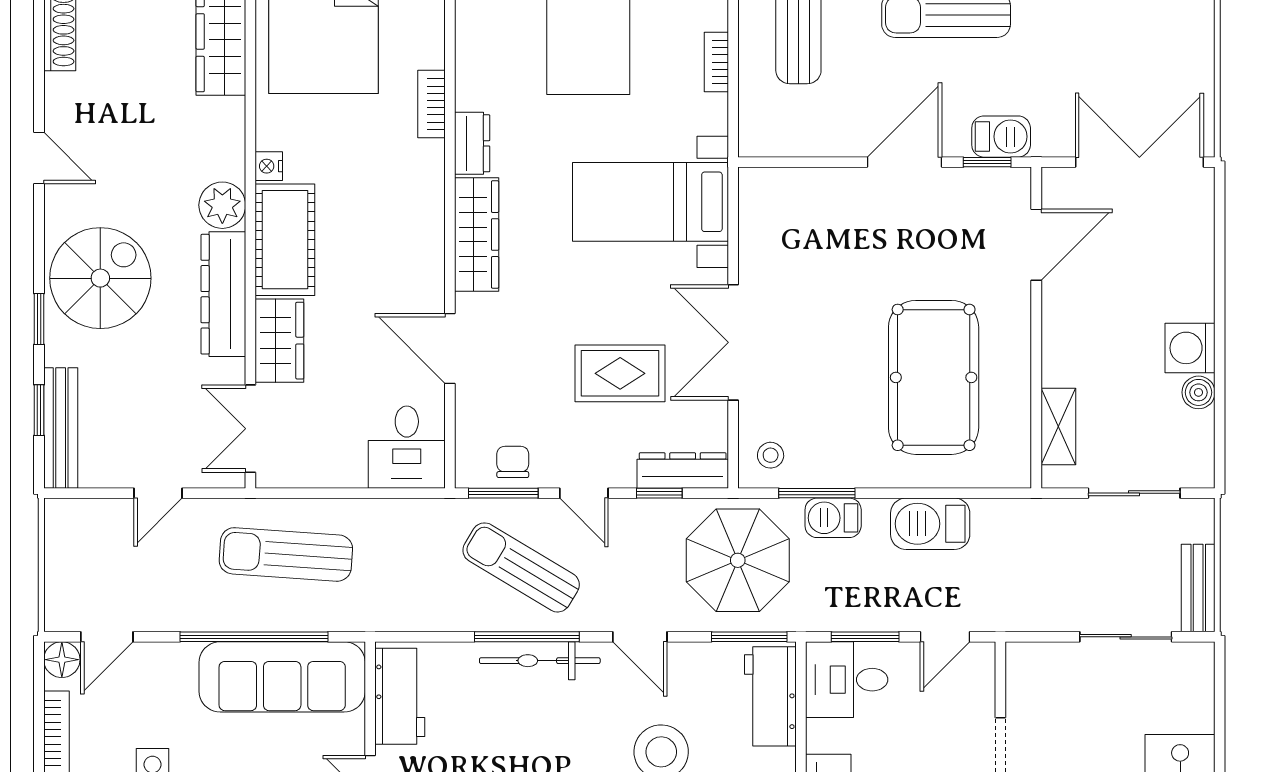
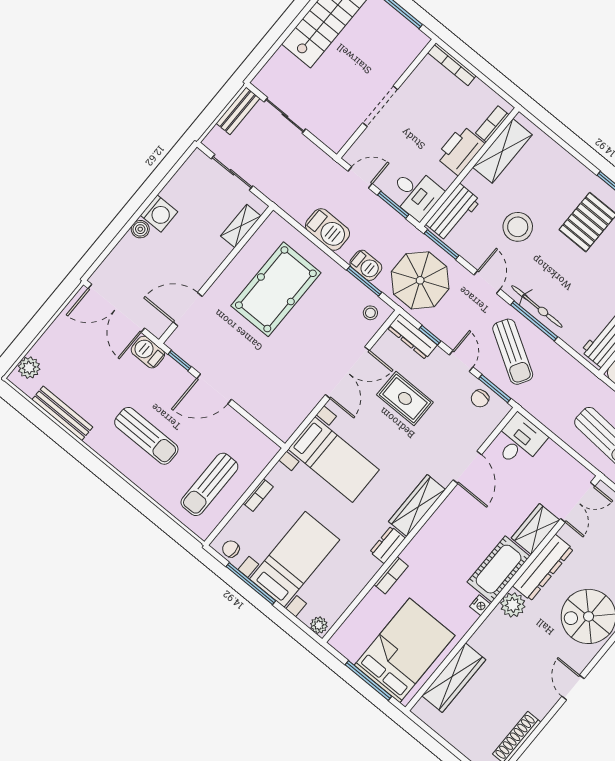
barbecue: (1001, 137) -> (148, 352), moved
boiler: (1199, 392) -> (140, 229), moved

